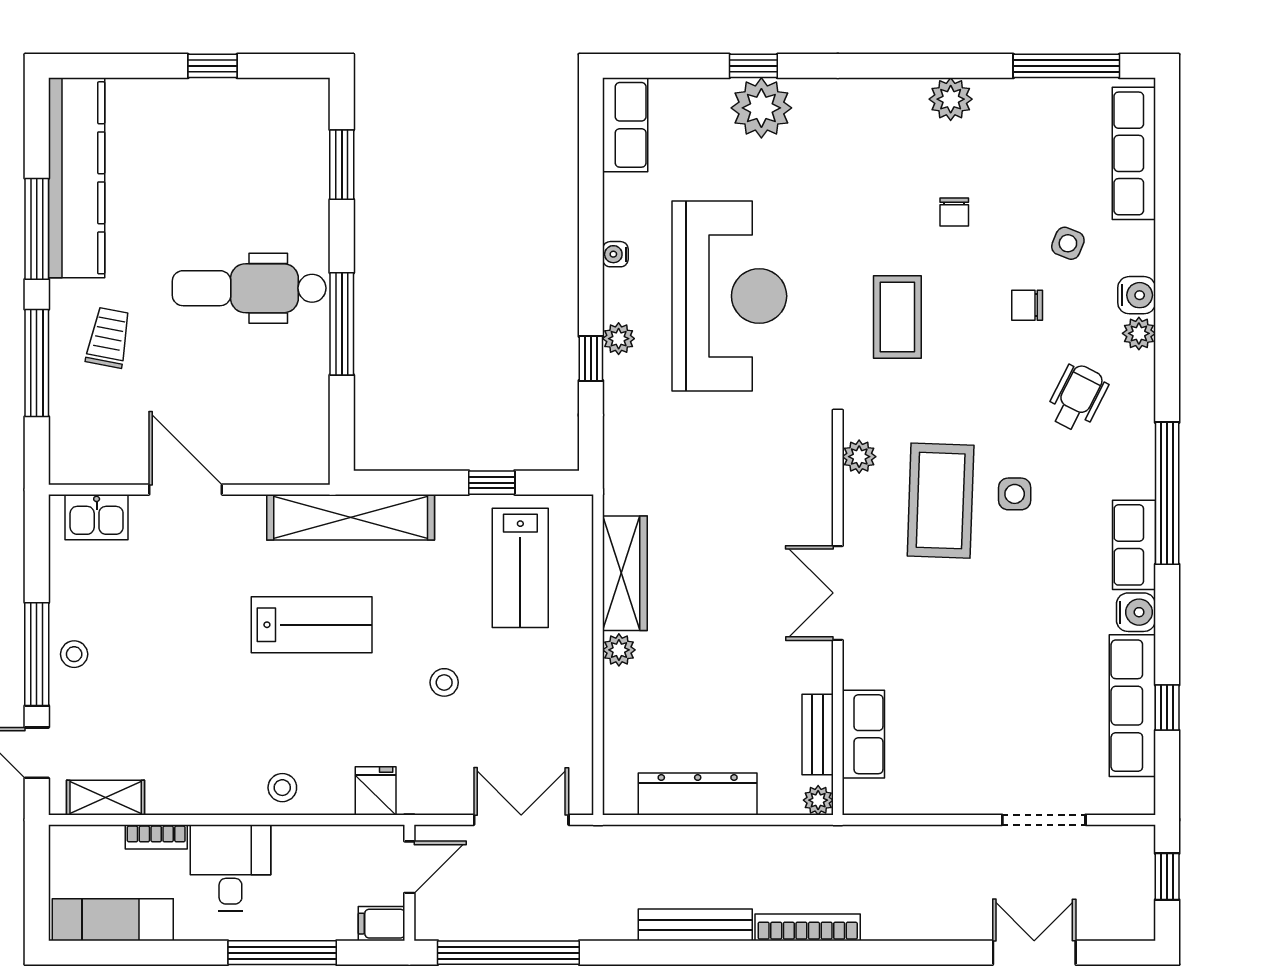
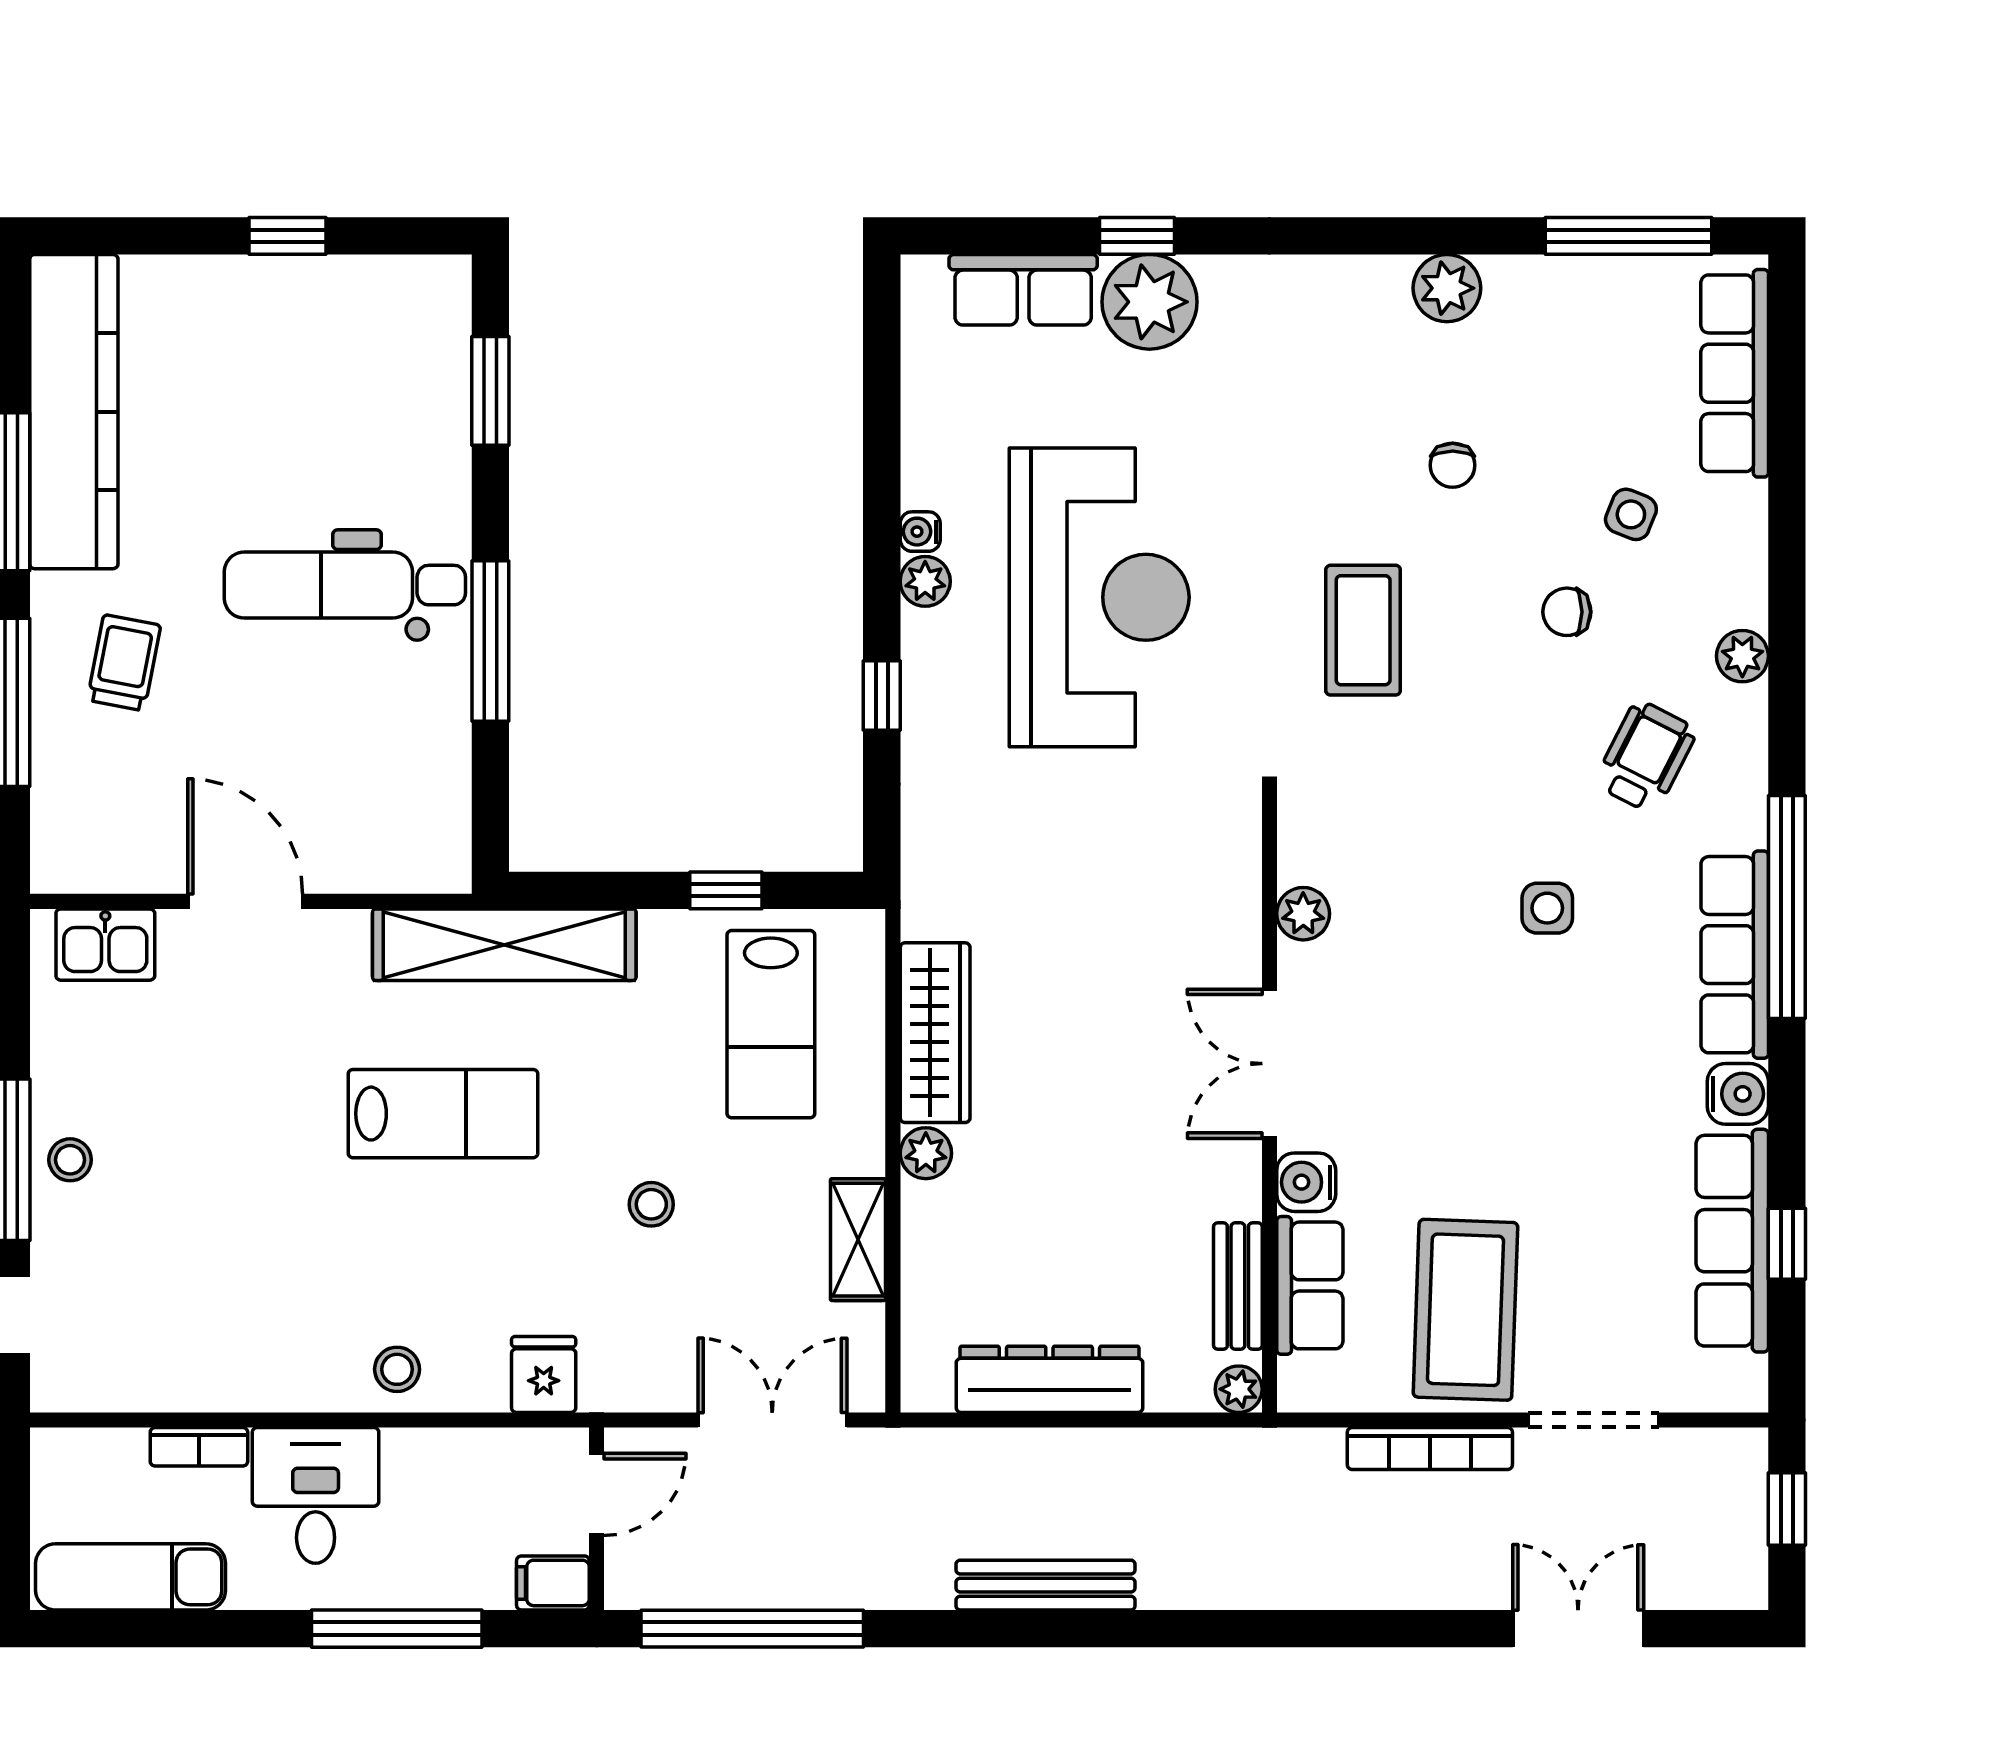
row of seats: (625, 125) -> (1023, 290), moved, turned 90
water cooler: (1137, 295) -> (1306, 1182), moved, turned 180
plant: (619, 339) -> (925, 581), moved
plant: (859, 457) -> (1303, 914), moved
coffee table: (941, 501) -> (1465, 1310), moved
row of seats: (1134, 545) -> (1735, 955), width x1.48
shelving: (106, 798) -> (858, 1240), moved, turned 90
bookcase: (808, 927) -> (1430, 1448), moved, turned 180

